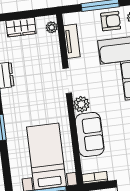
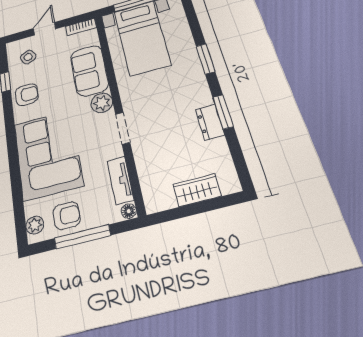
floor lamp: (68, 19) -> (129, 211), added
armchair: (111, 21) -> (67, 216), turned 180
plant: (52, 27) -> (151, 196), removed

